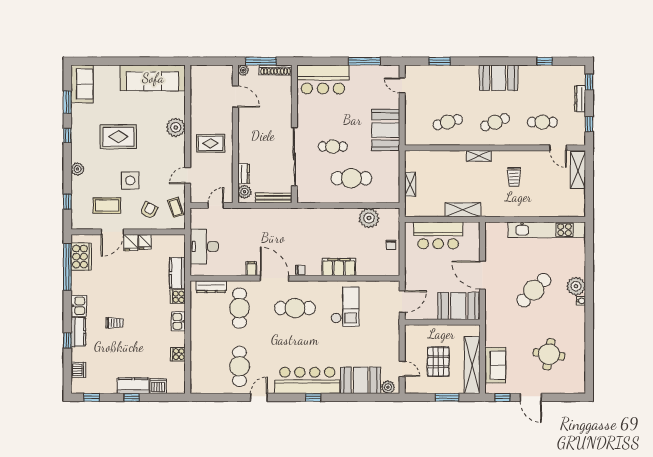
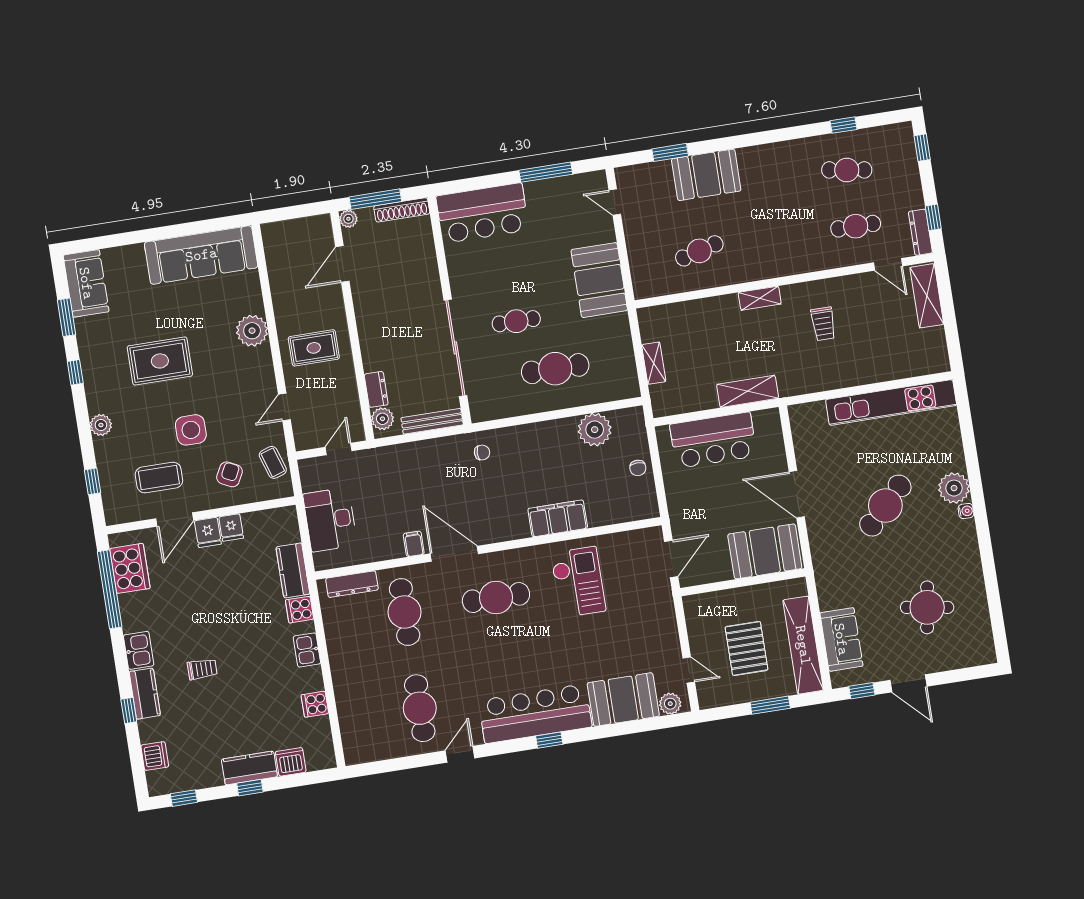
booth: (499, 78) -> (706, 175), moved
door: (235, 96) -> (342, 264), swing flipped
dresser: (580, 99) -> (920, 232), moved
cafe table: (495, 122) -> (847, 170), moved, turned 30
chair: (300, 270) -> (482, 453), moved

